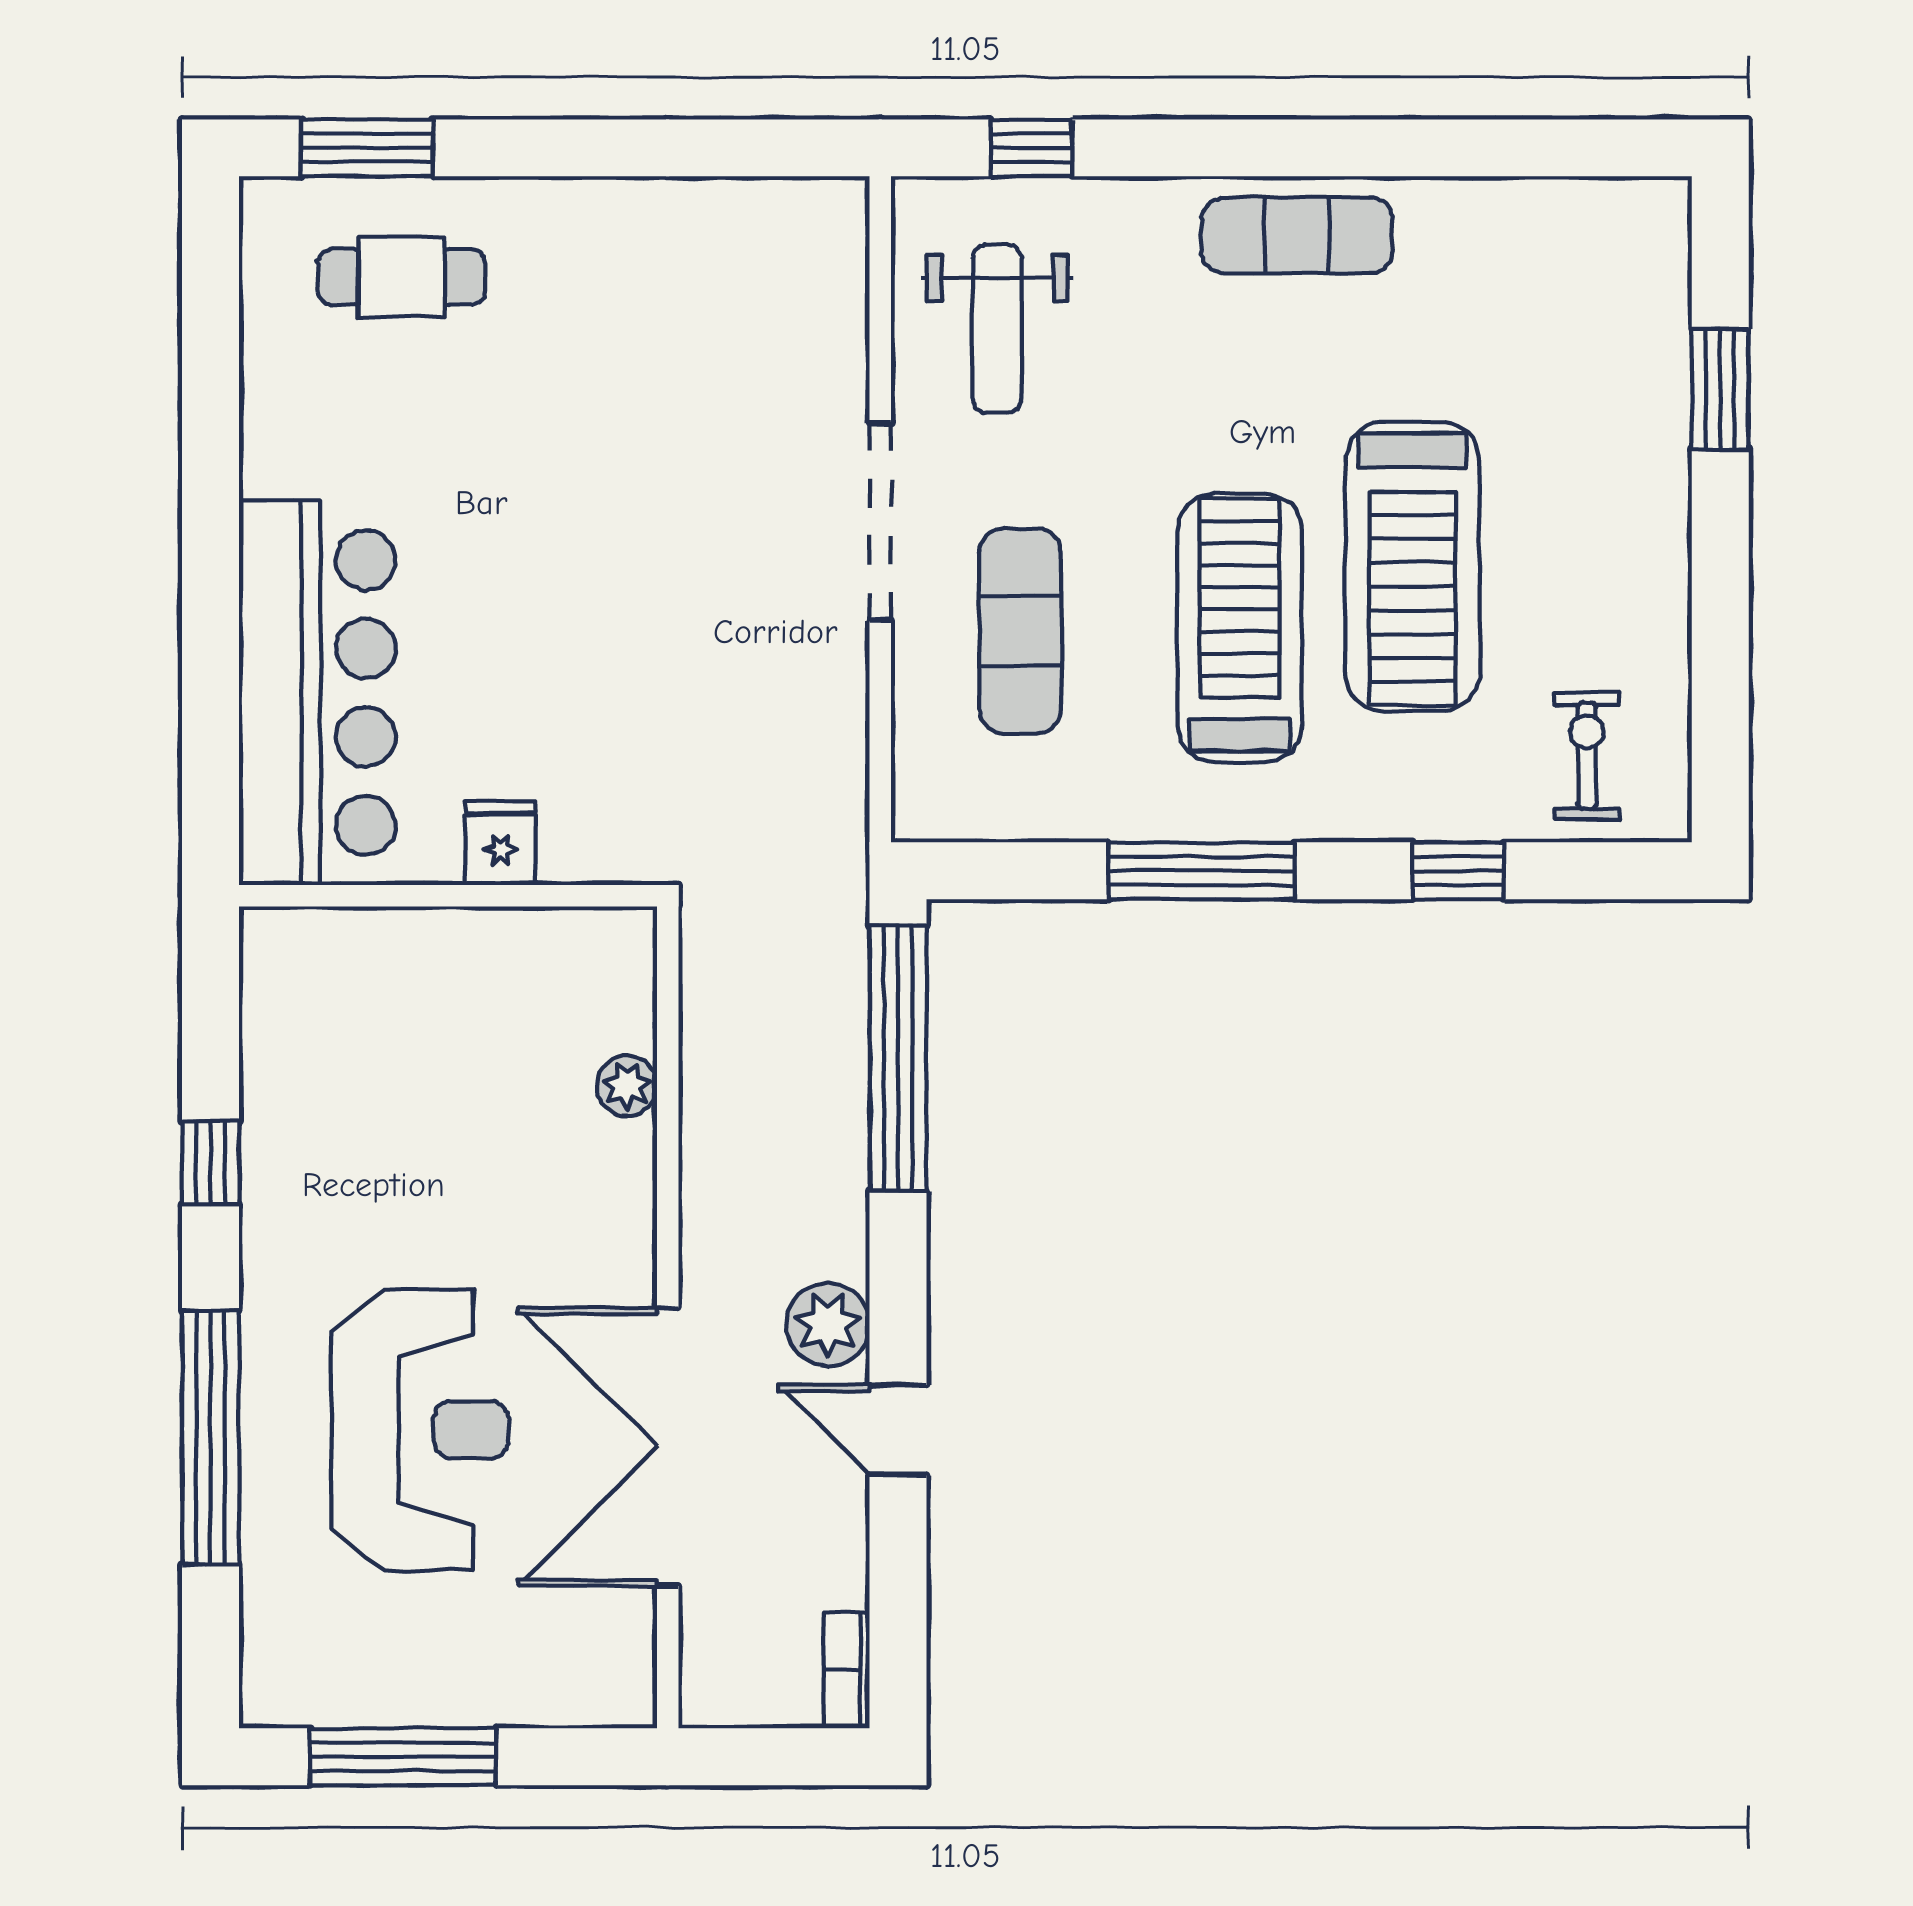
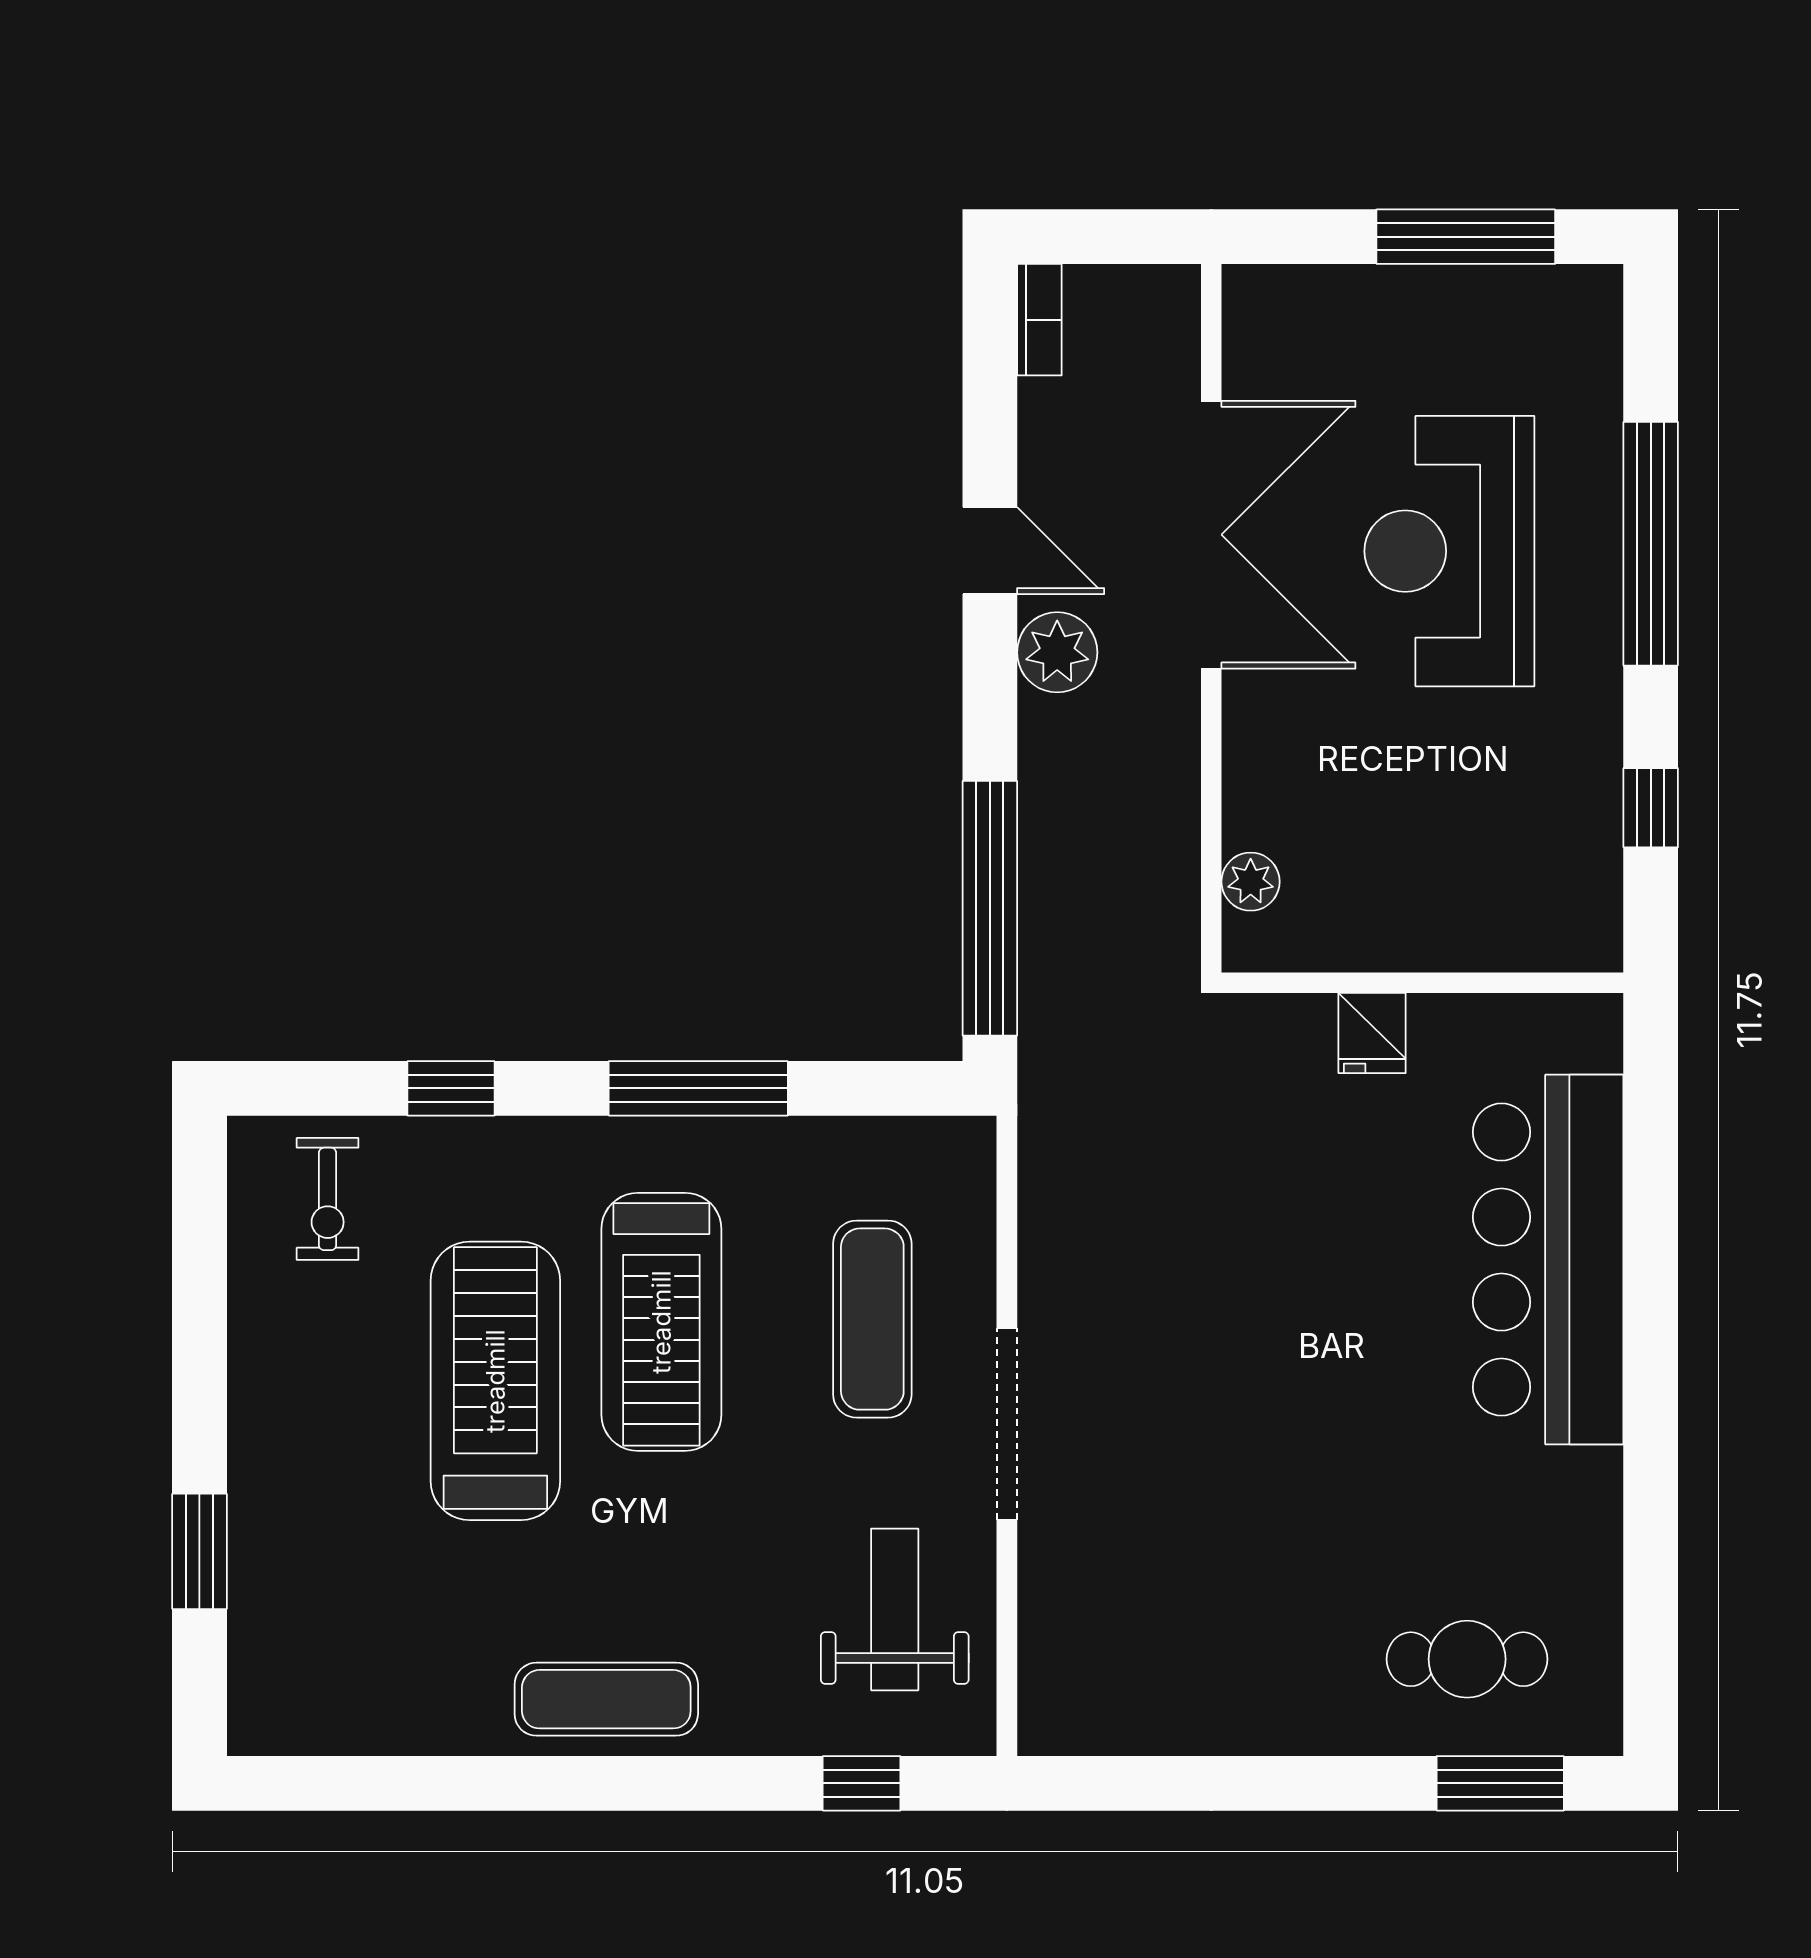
fridge: (500, 843) -> (1372, 1033), moved
wall: (448, 896) -> (1422, 983), moved

